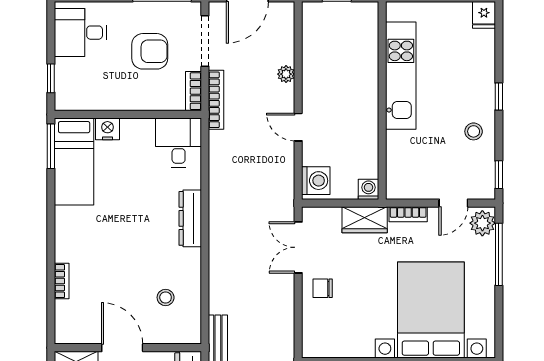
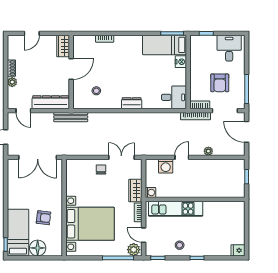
kitchen unit: (401, 76) -> (176, 209), moved
washing machine: (316, 181) -> (166, 166), moved
dresser: (190, 218) -> (132, 103), width x0.70

